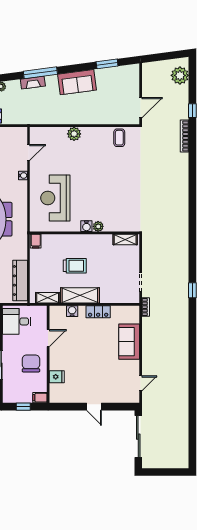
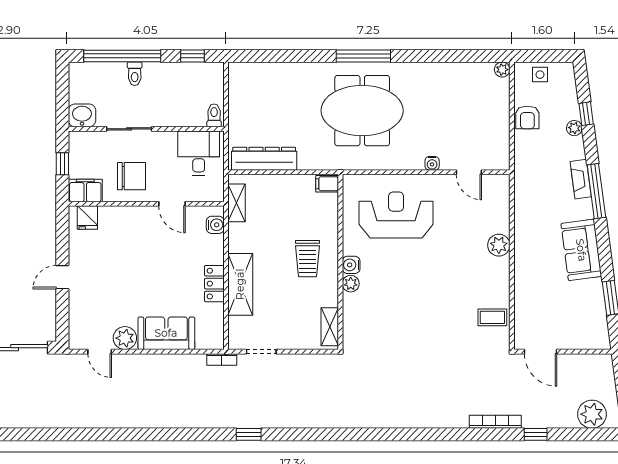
trolley: (75, 266) -> (307, 259), moved
shelving: (80, 295) -> (240, 284), moved
water cooler: (72, 311) -> (215, 225), moved
plant: (132, 368) -> (125, 338), added
fridge: (57, 377) -> (87, 218), moved
filing cabinet: (40, 398) -> (85, 191), width x2.00

